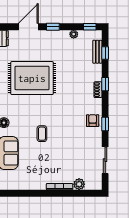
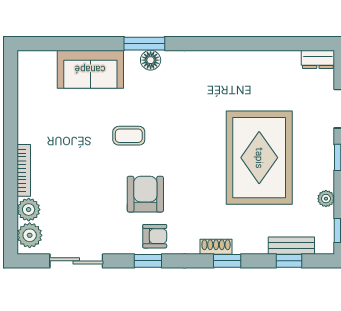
rug: (32, 78) -> (259, 158), moved
armchair: (71, 125) -> (145, 194), added
plant: (92, 184) -> (30, 235), added

